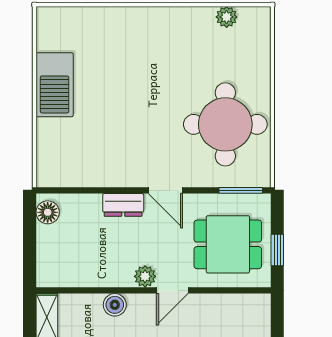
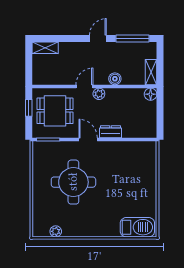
barbecue: (55, 85) -> (137, 227), moved, turned 90
round table: (225, 124) -> (73, 182), moved
floor lamp: (48, 212) -> (151, 94), moved

